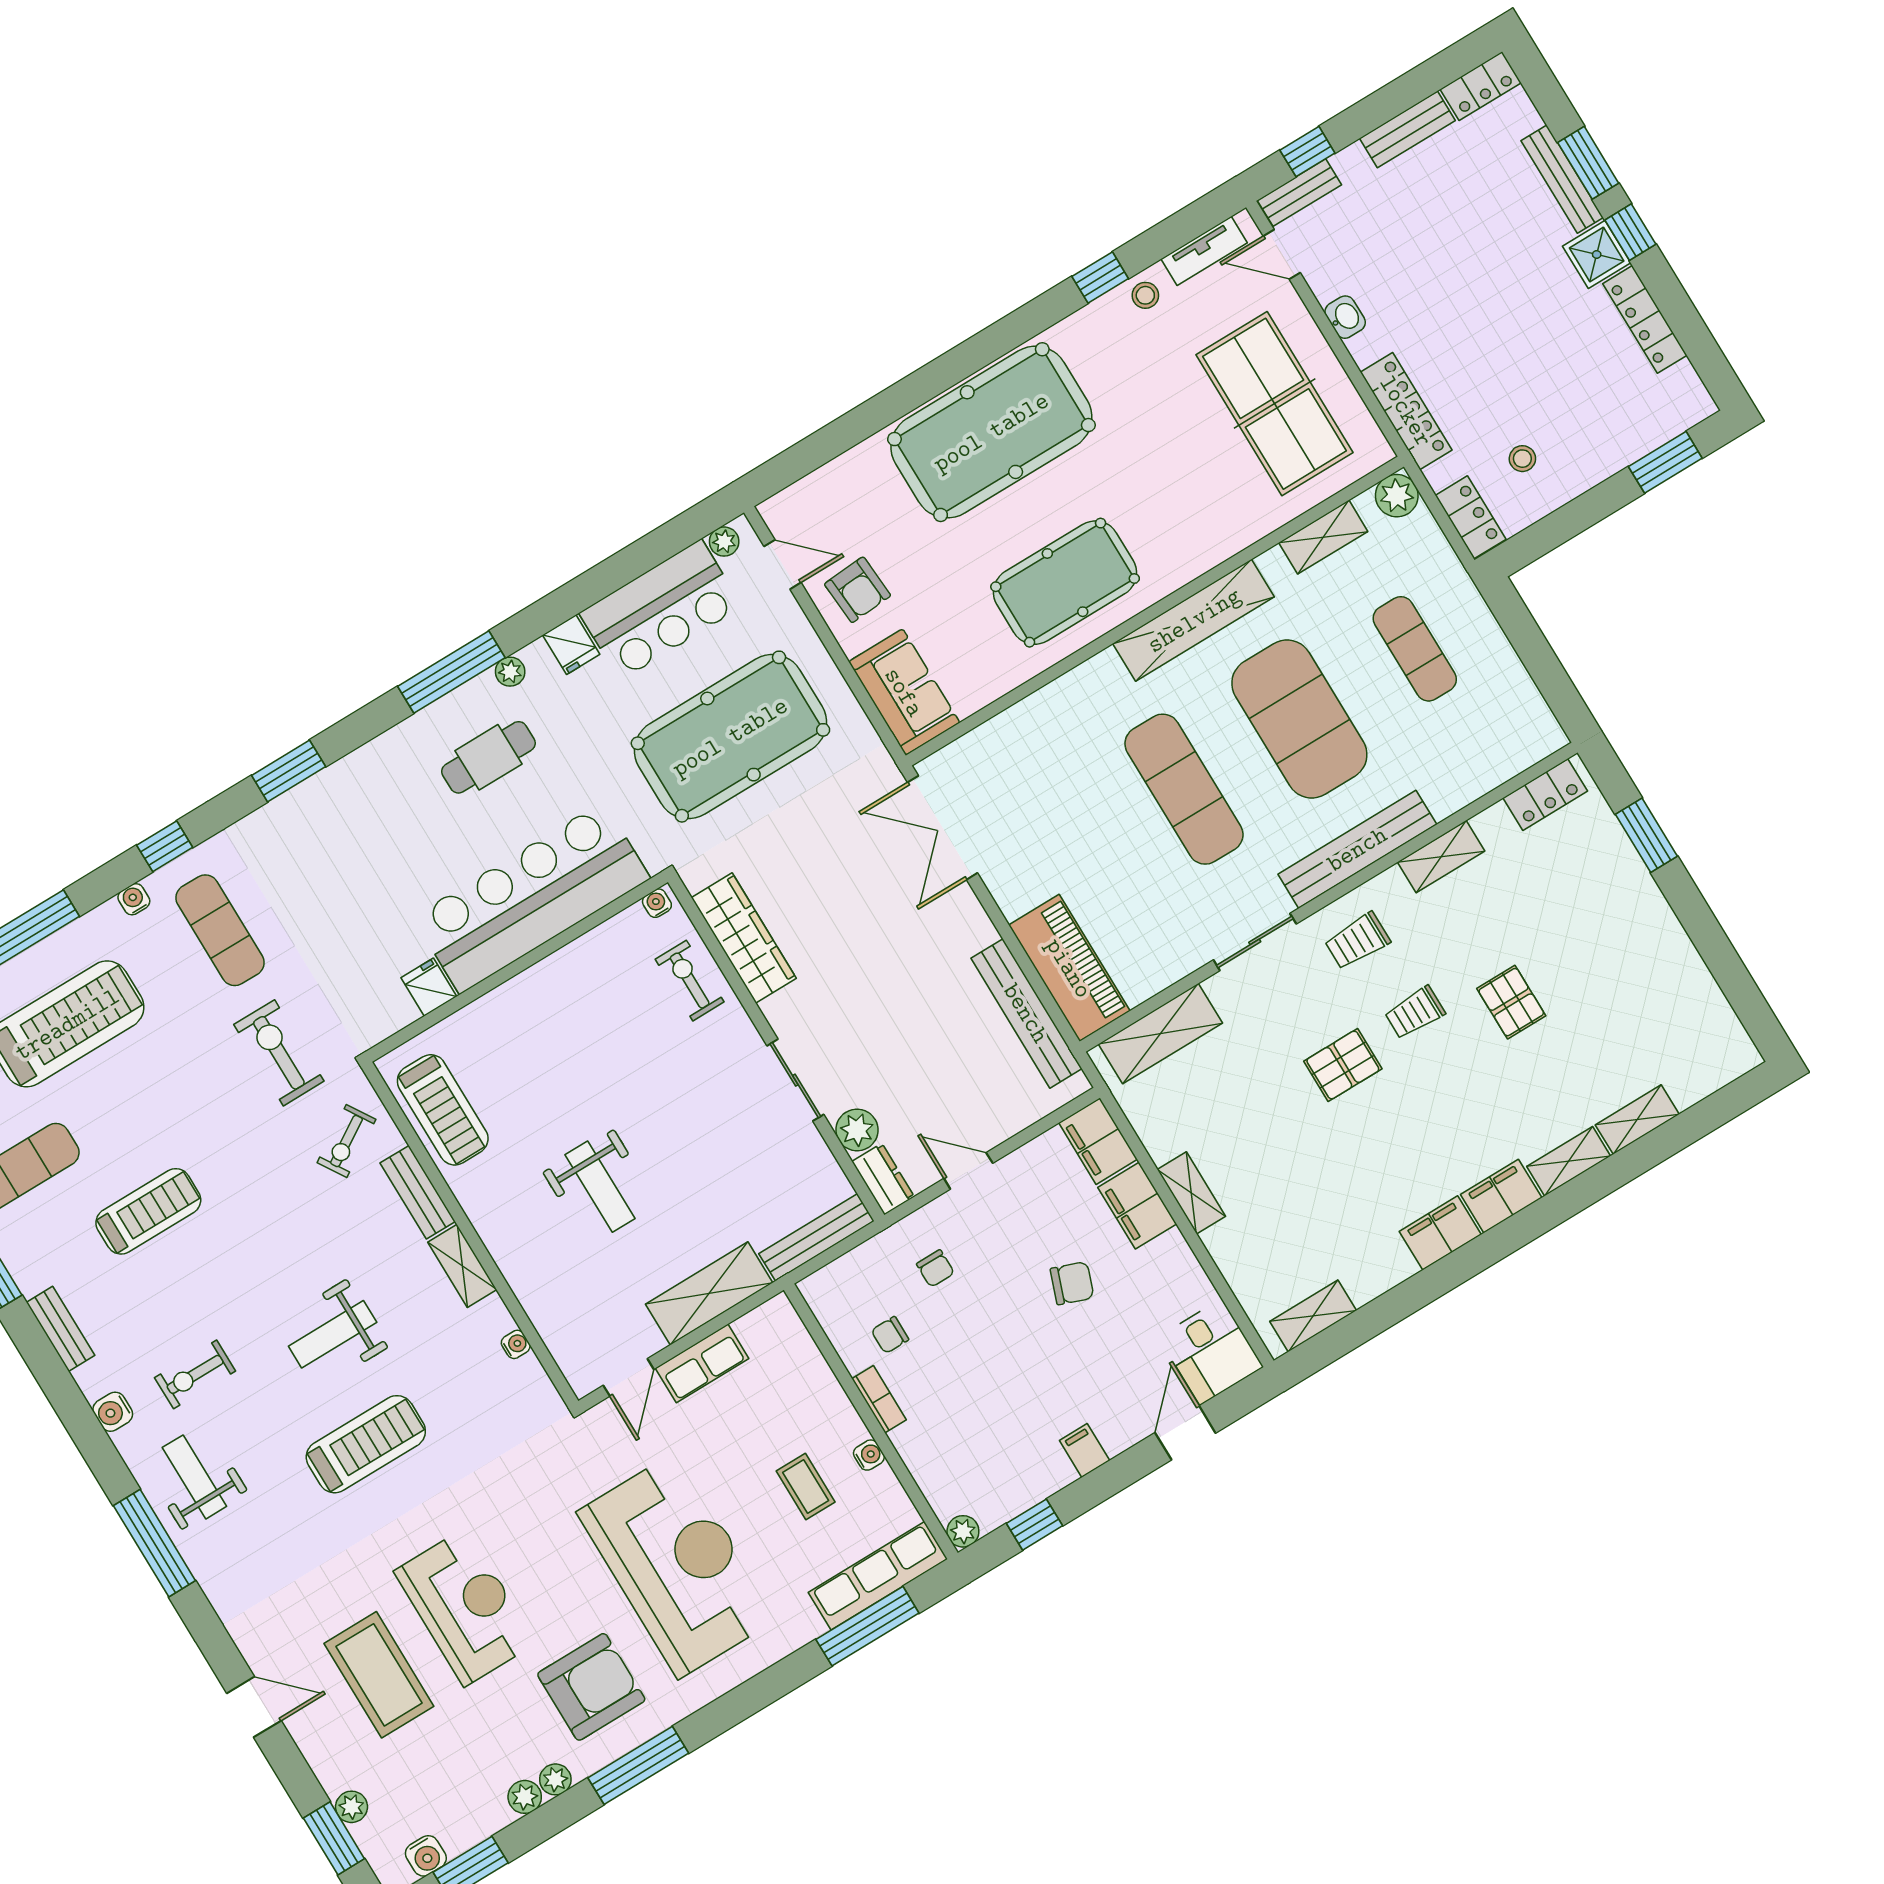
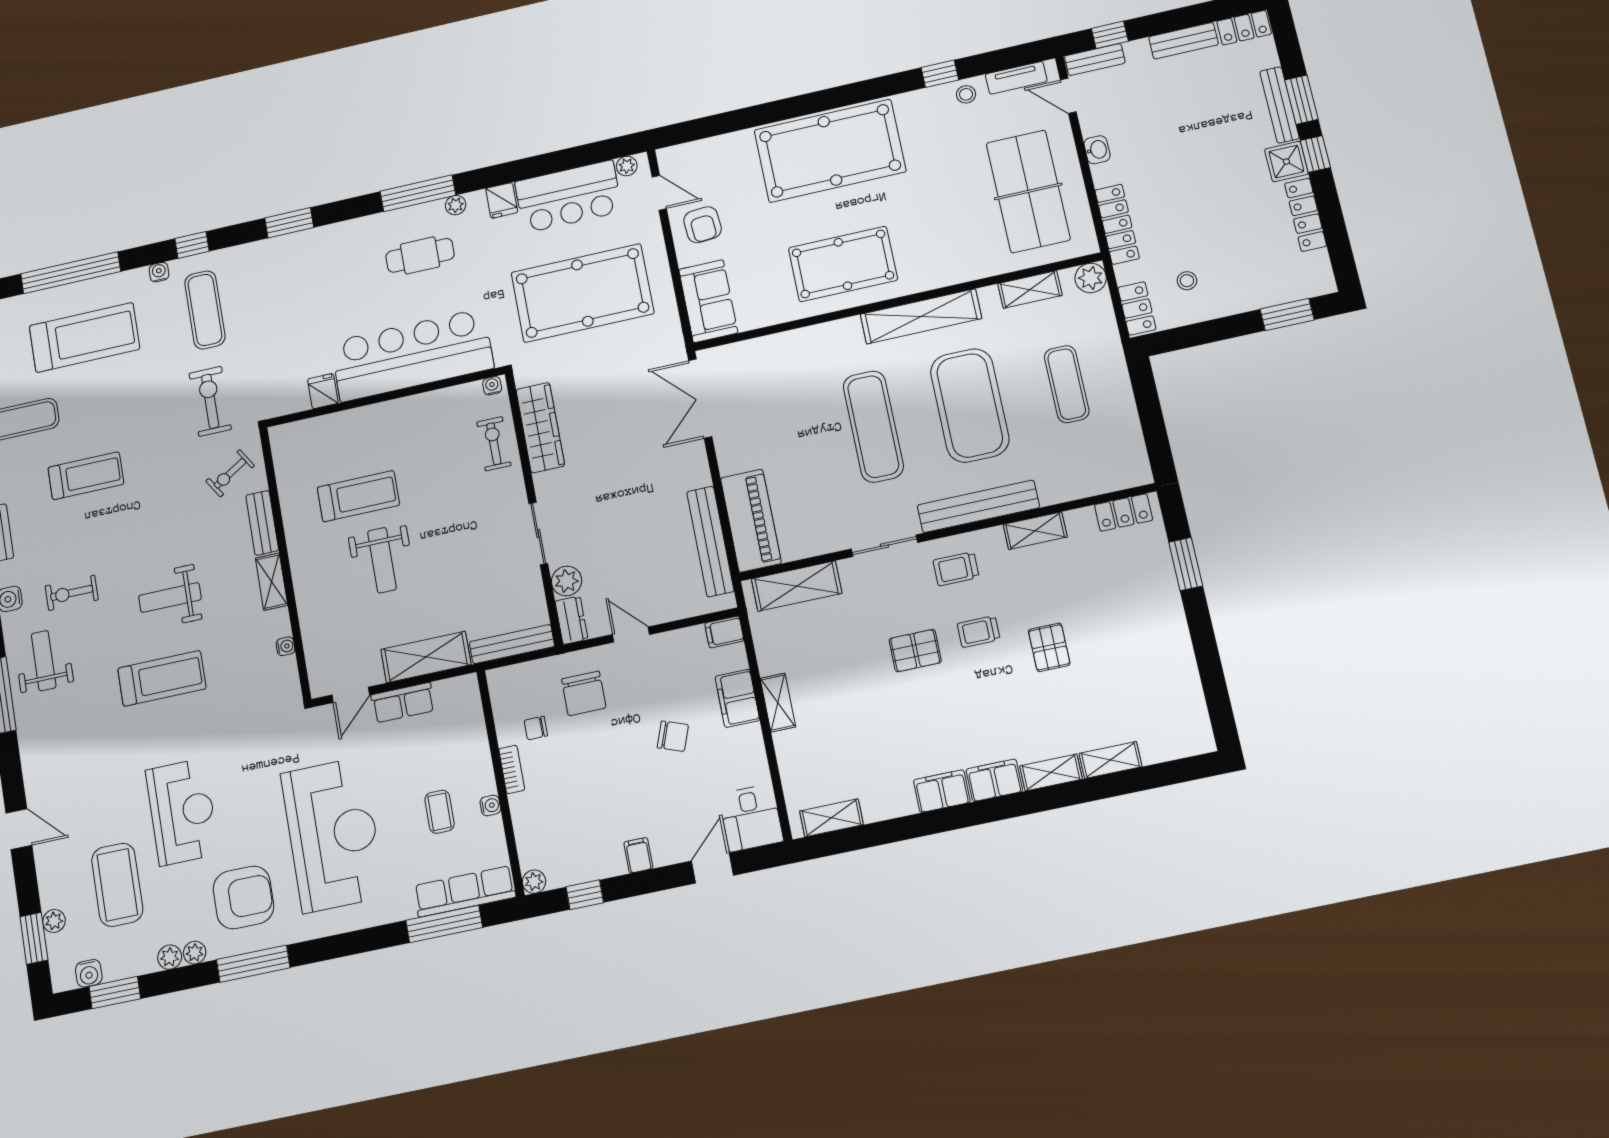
treadmill: (443, 1110) -> (358, 496), moved, turned -90
filing cabinet: (1098, 1141) -> (724, 632), width x0.50
chair: (935, 1269) -> (584, 693), width x1.87, depth x1.87
coffee table: (379, 1675) -> (117, 885), moved

